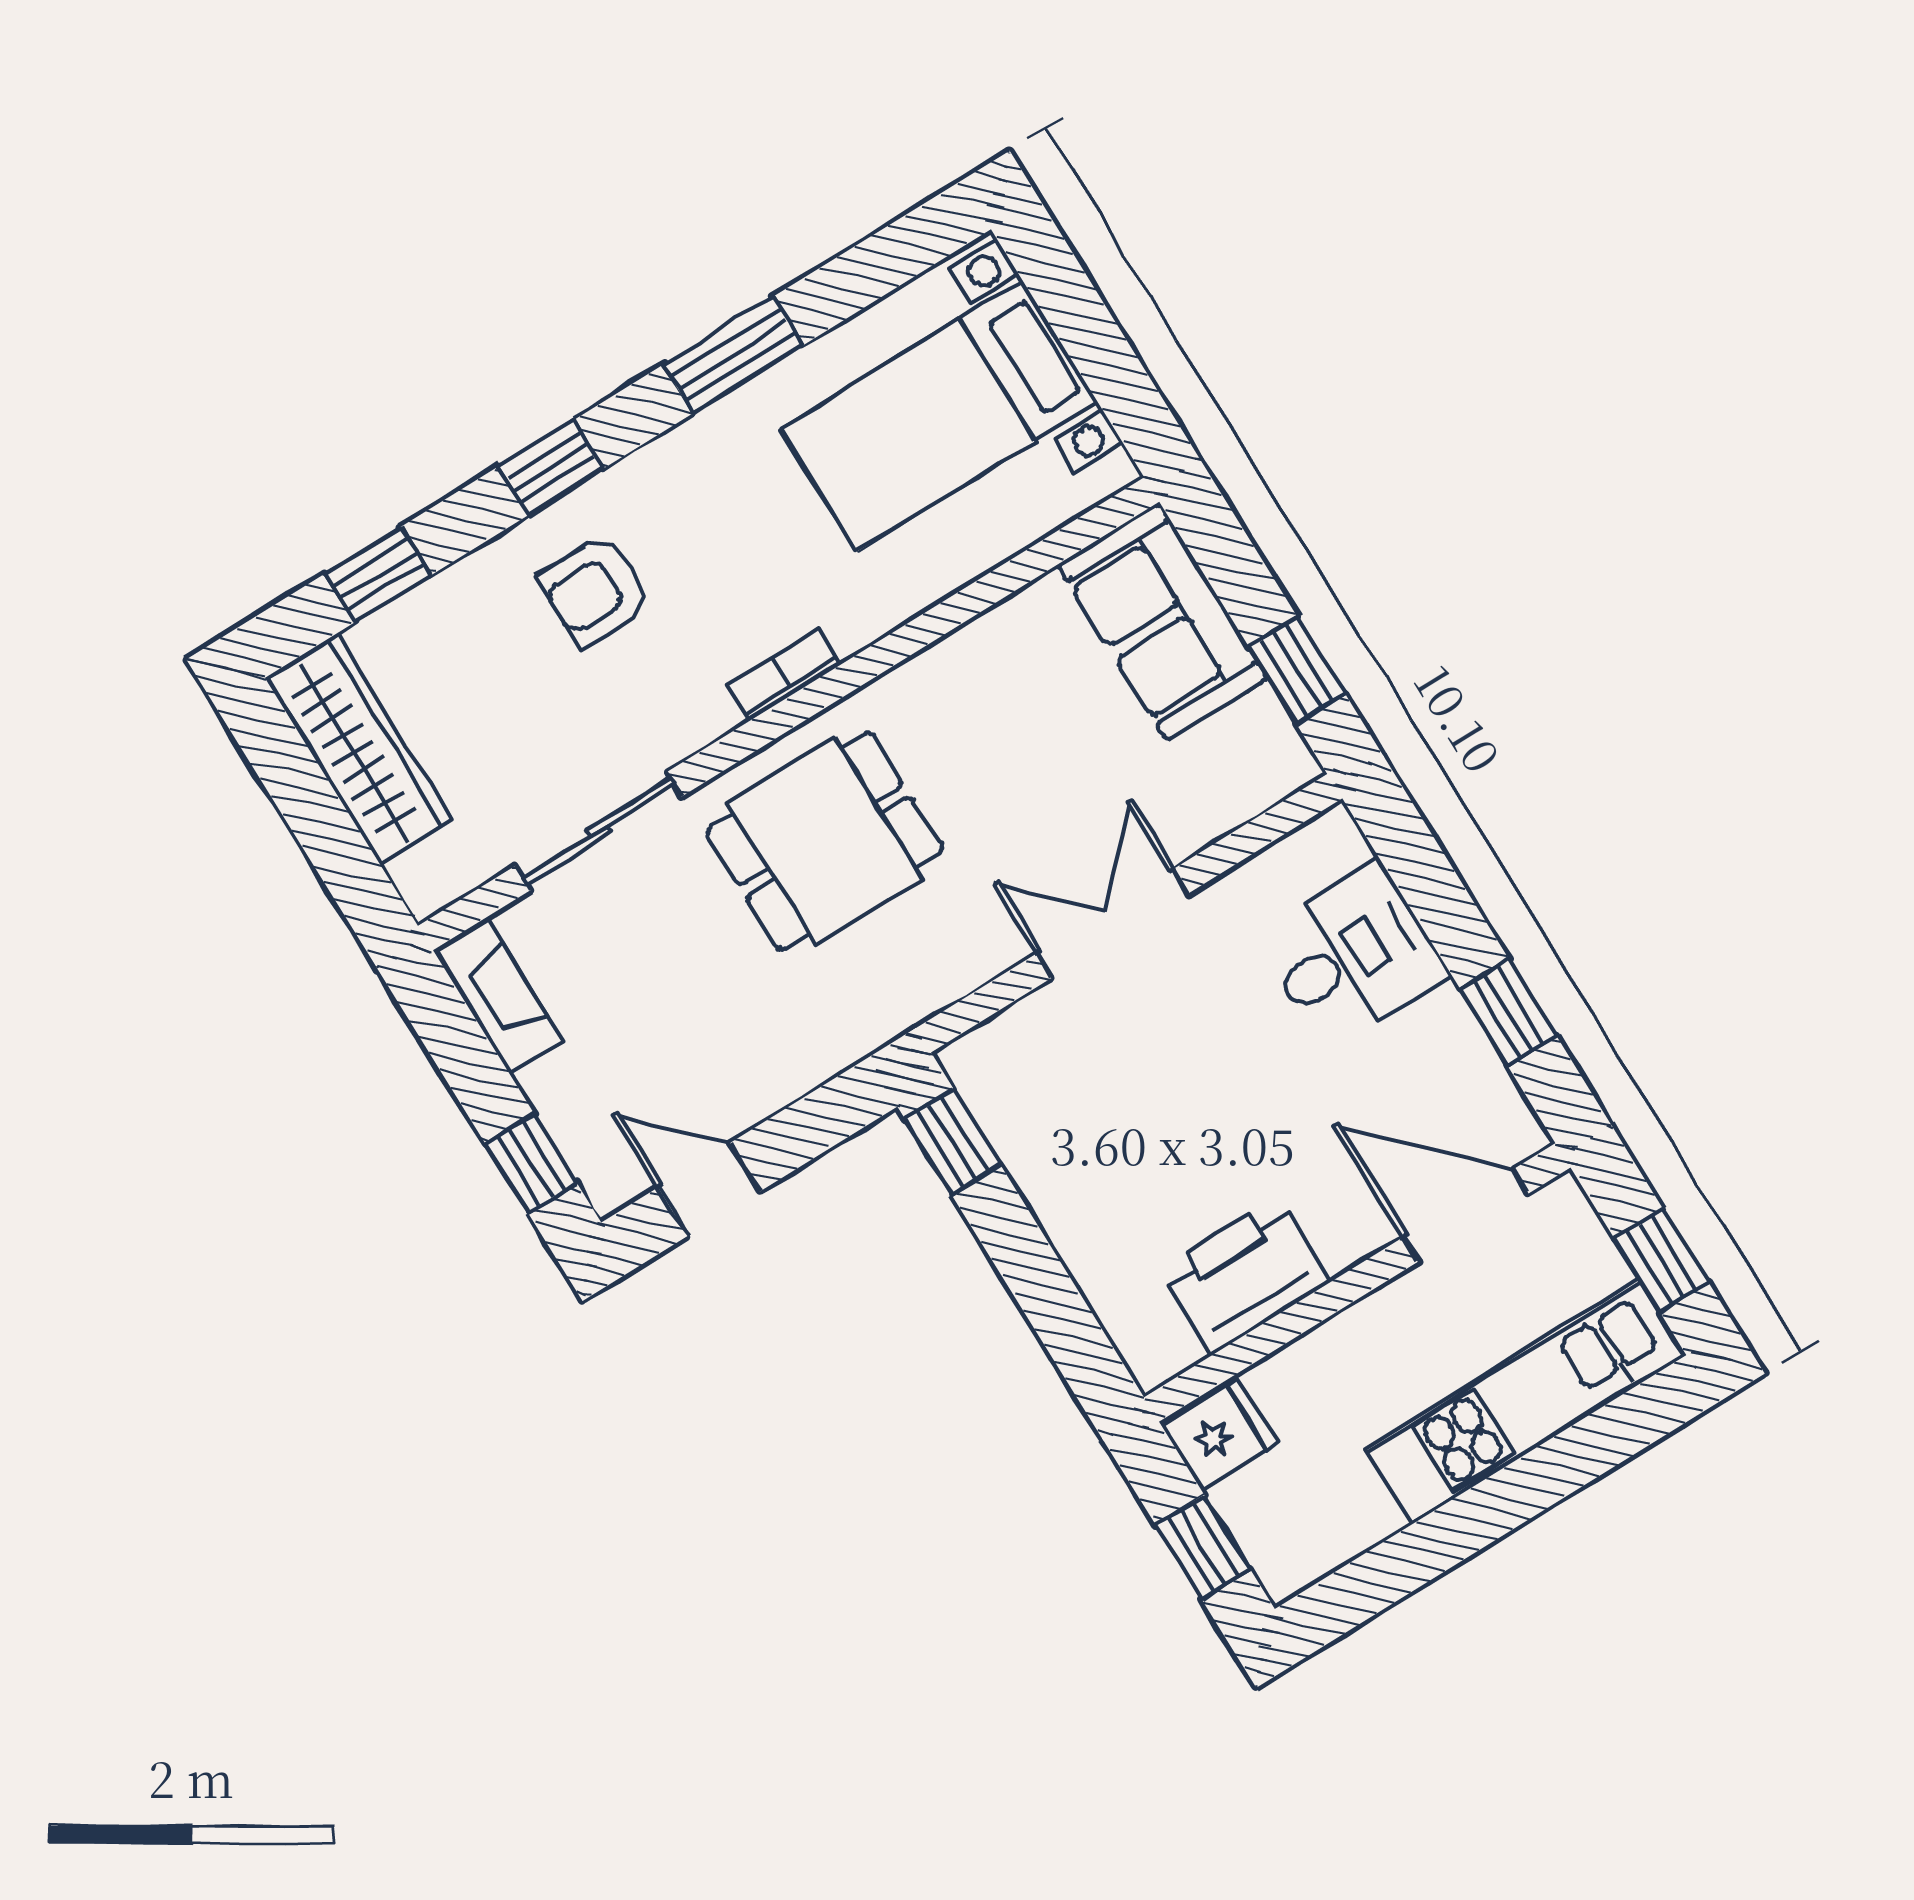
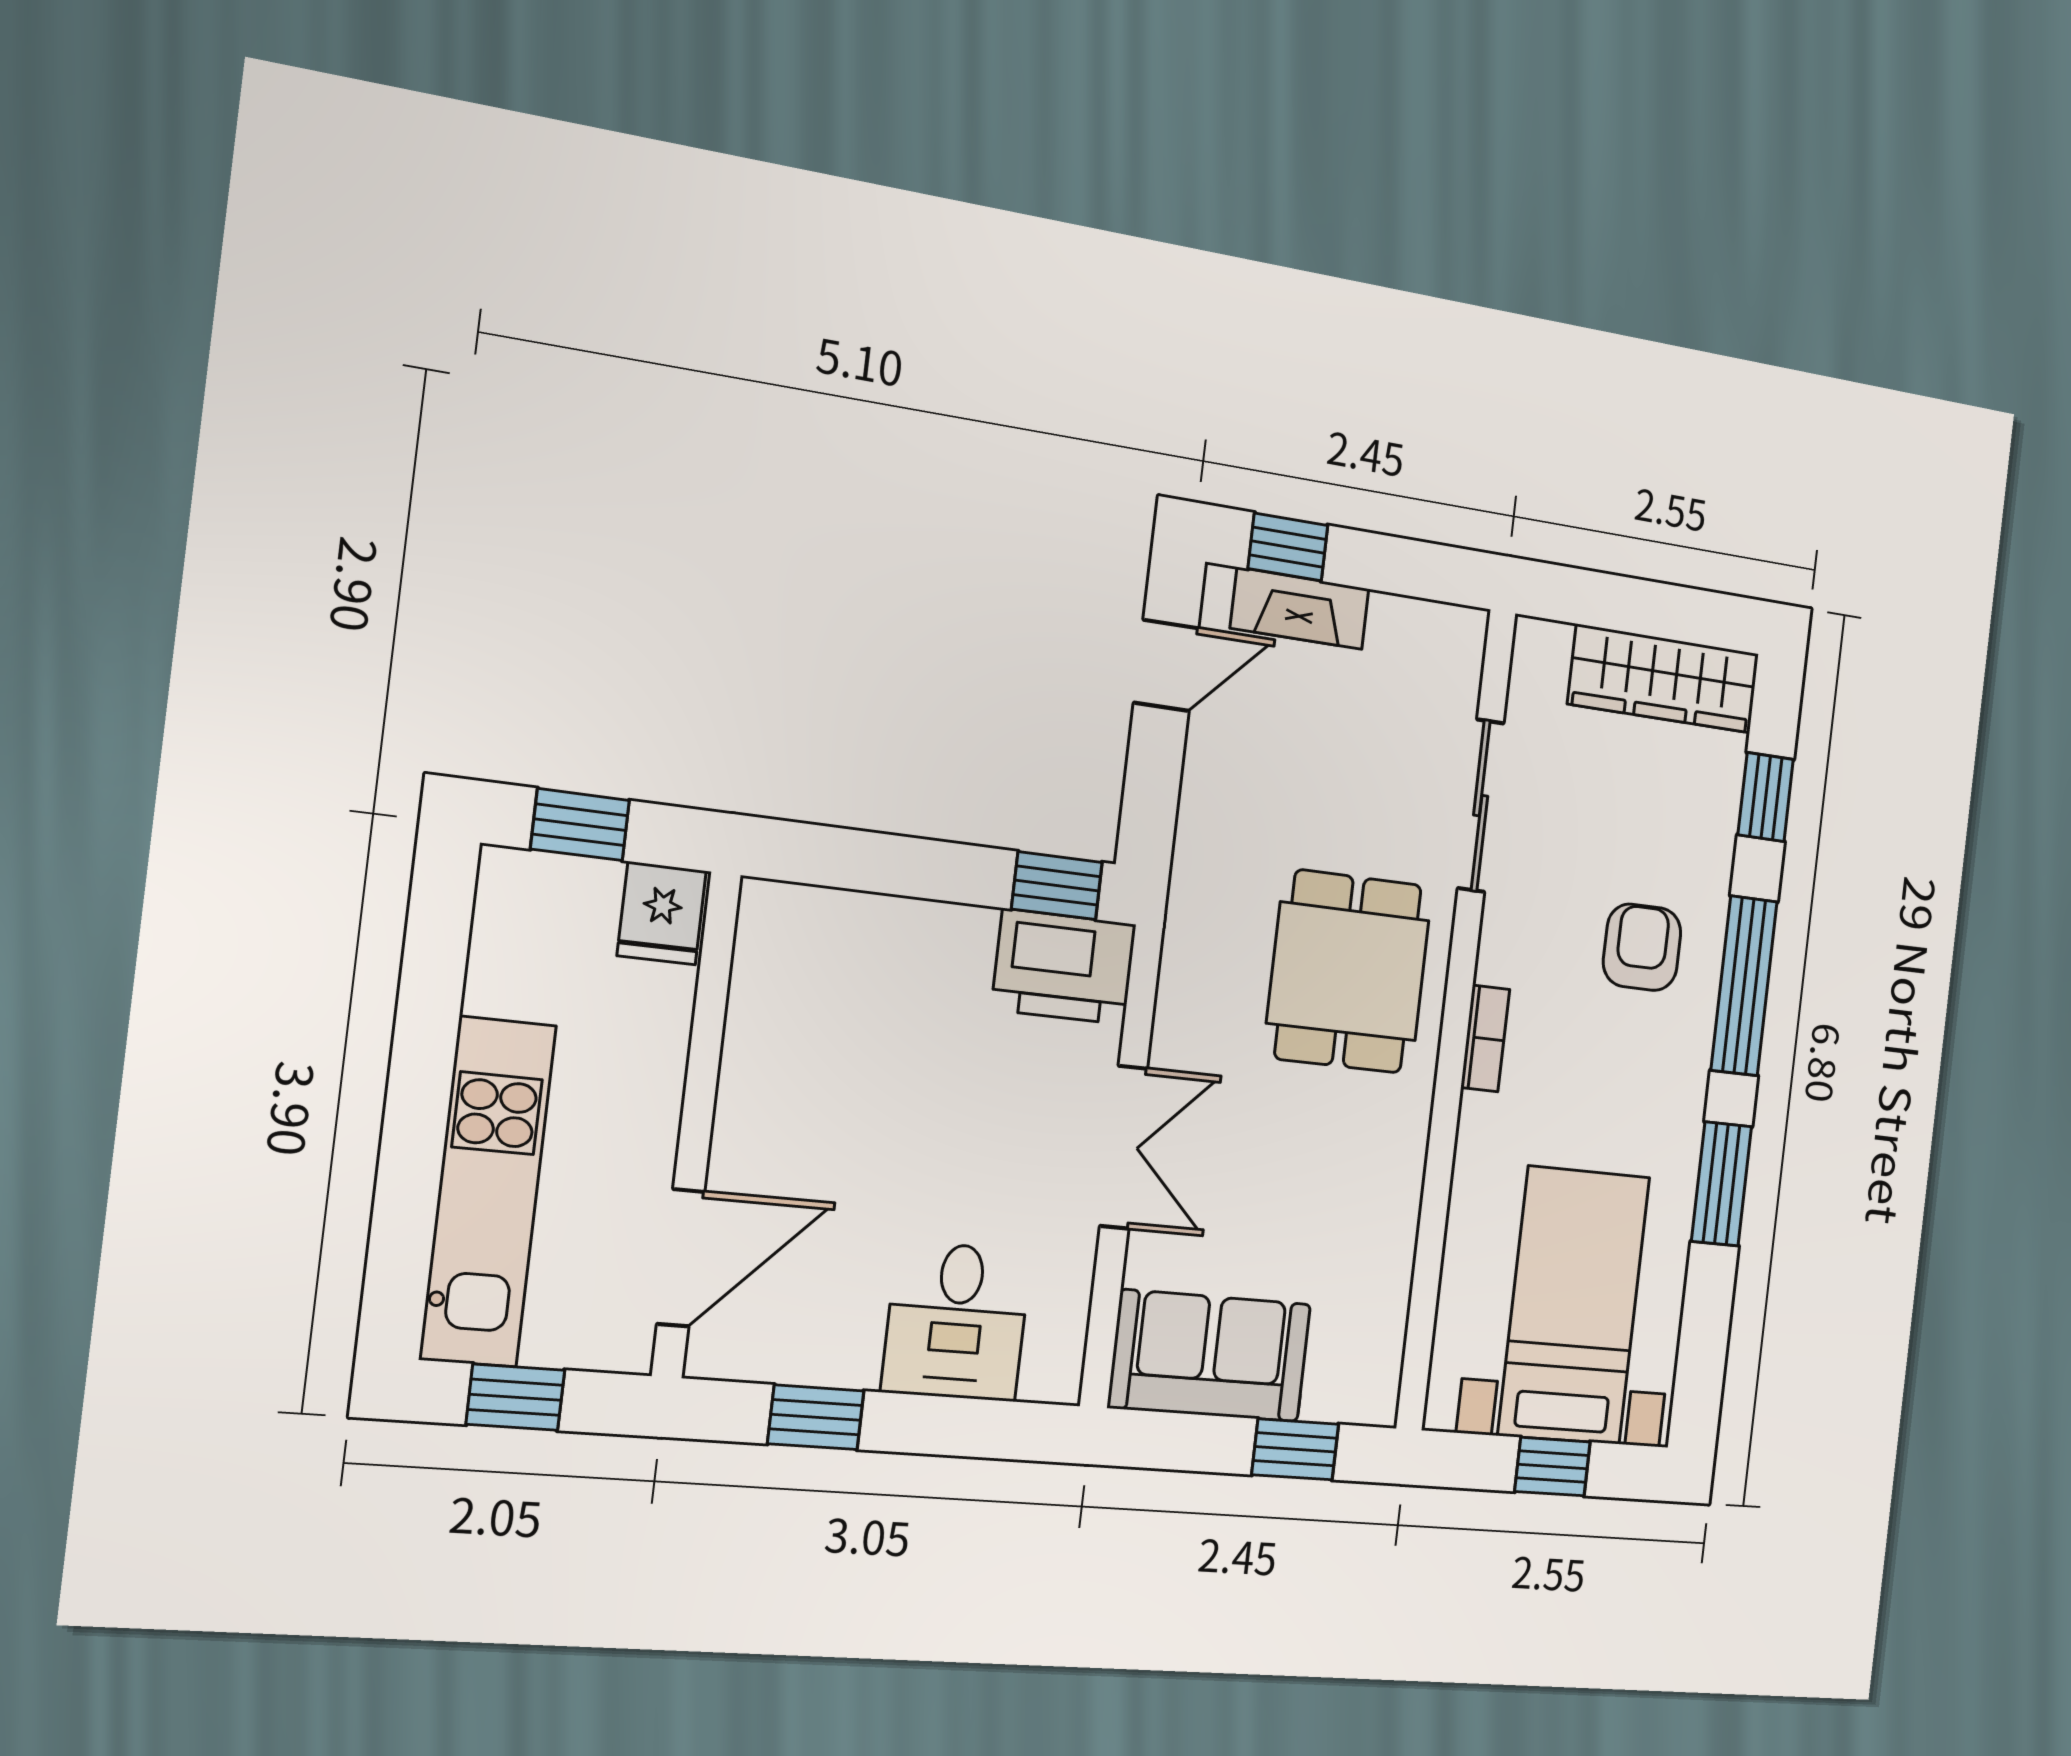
window: (1086, 329) -> (1552, 1467), added
window: (551, 467) -> (1744, 986), width x2.17
sofa: (1163, 622) -> (1210, 1356), moved
window: (1297, 670) -> (1295, 1449), moved
fireplace: (498, 996) -> (1300, 608), moved
printer: (1245, 1276) -> (1064, 967), moved, turned 90

